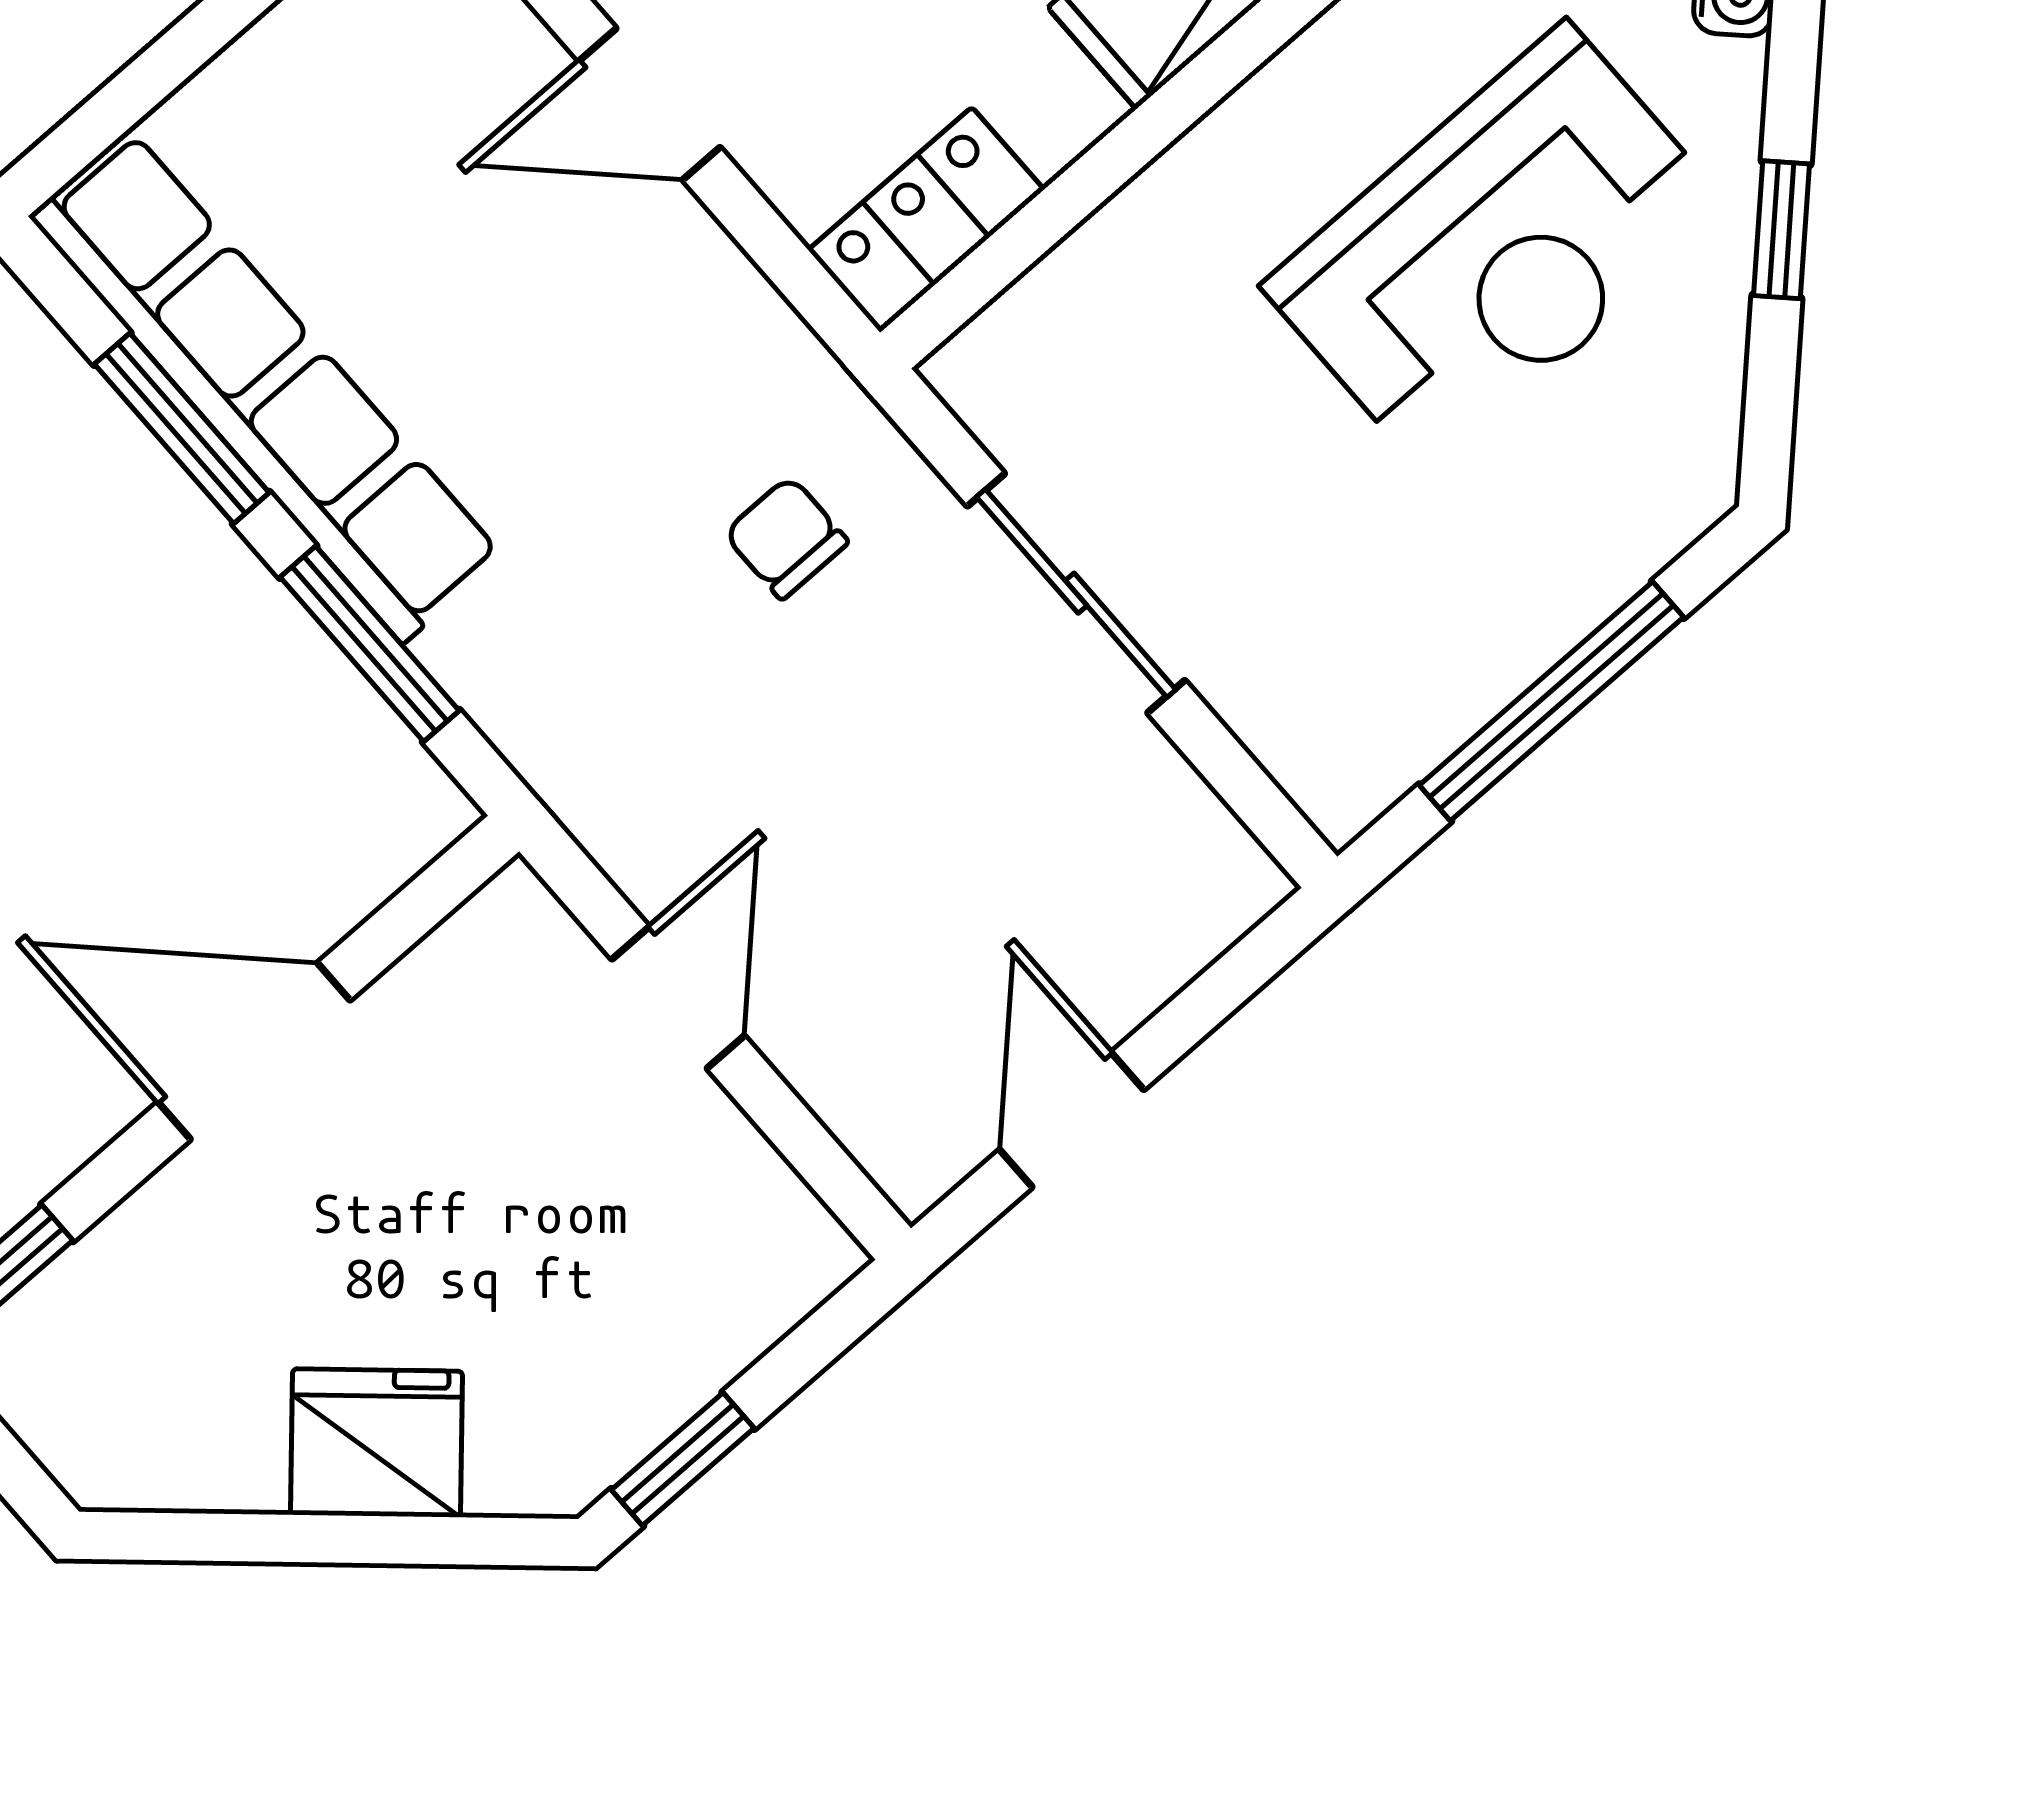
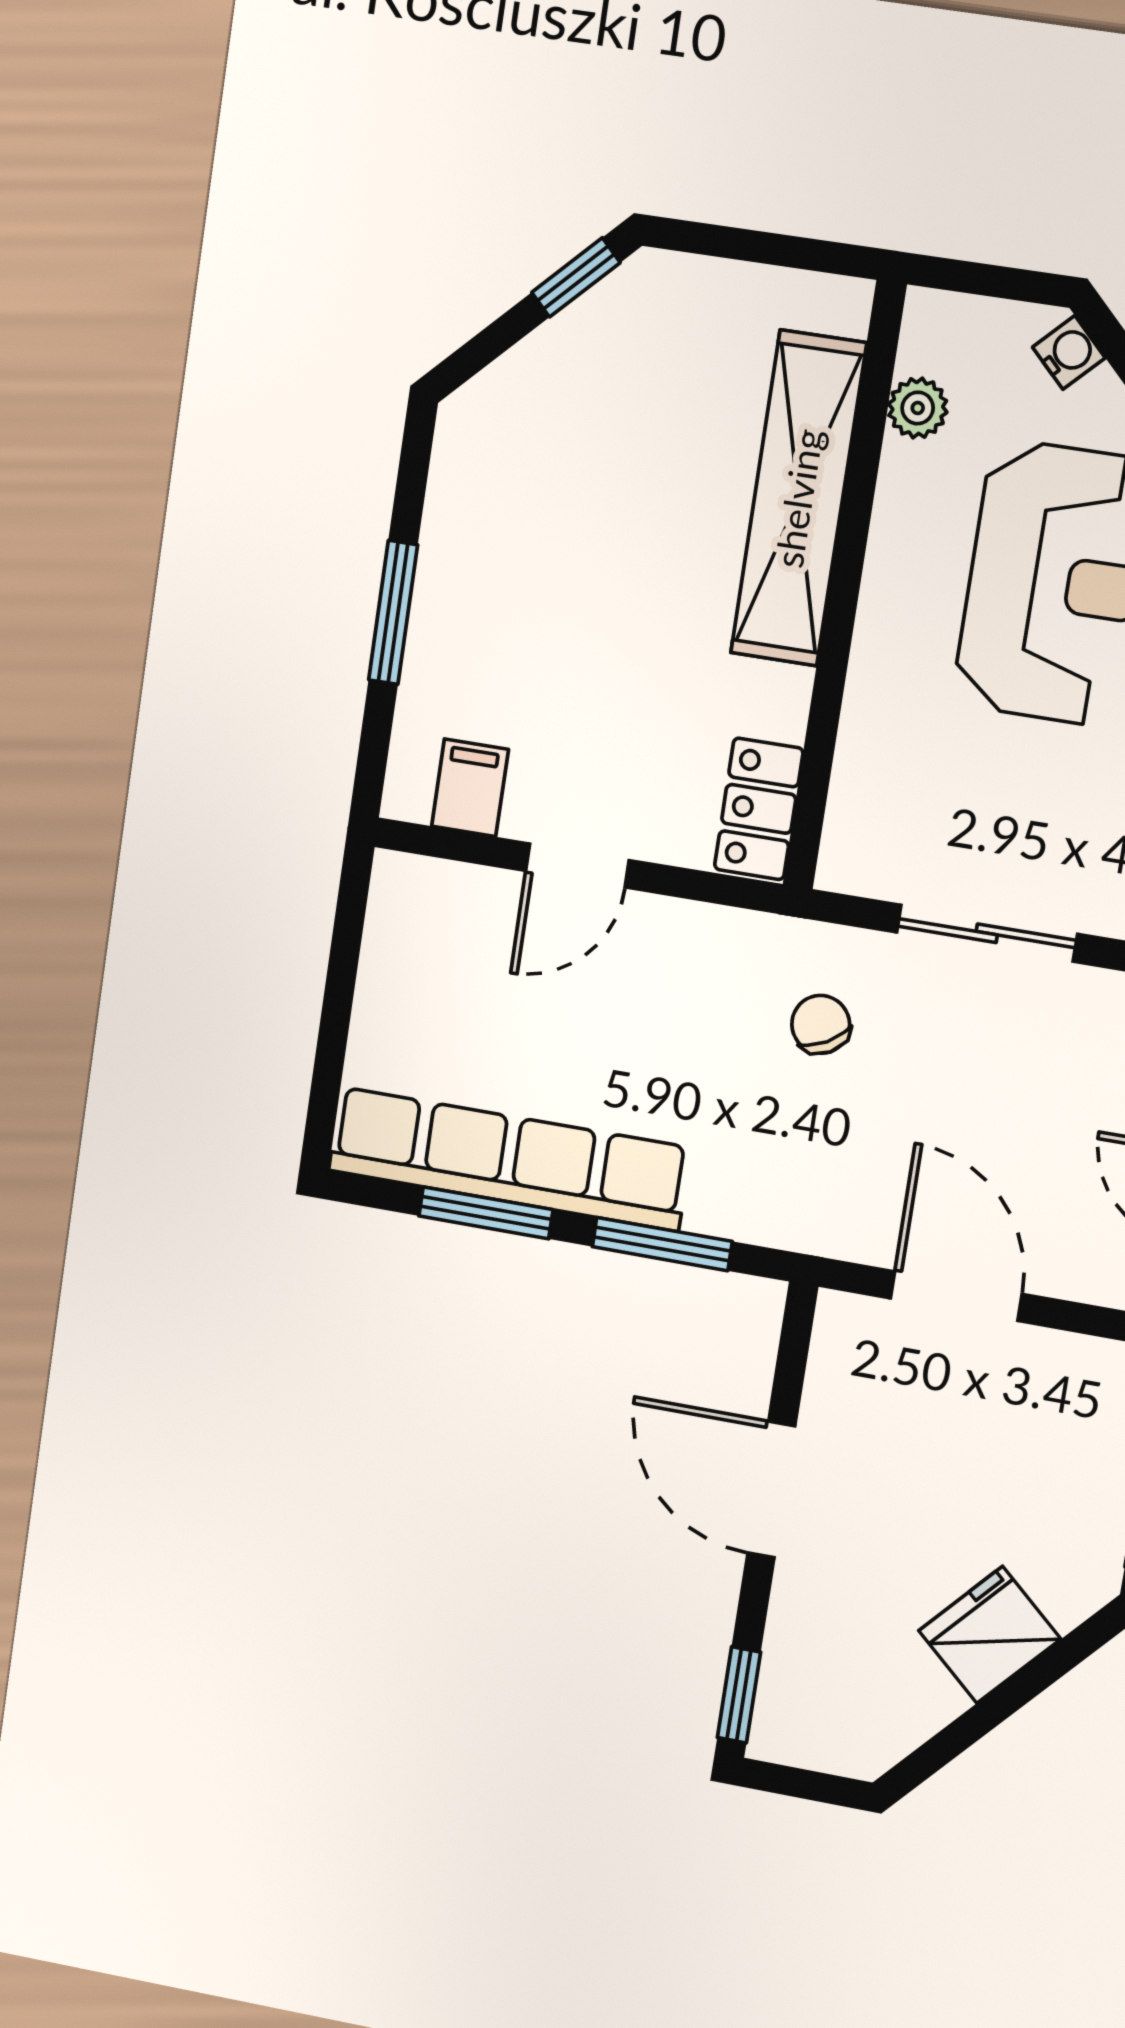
chair: (786, 538) -> (821, 1024), turned 61
door: (678, 998) -> (956, 1296), width x1.38
door: (254, 1051) -> (771, 1490), hinge flipped

